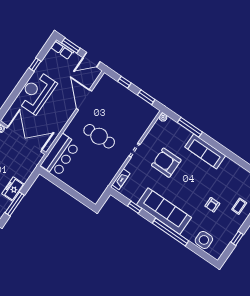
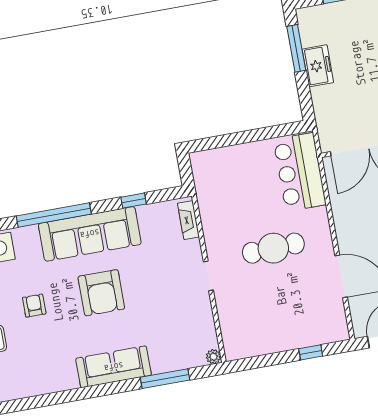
window: (146, 97) -> (262, 361), removed
armchair: (166, 163) -> (101, 293), moved, turned 90

